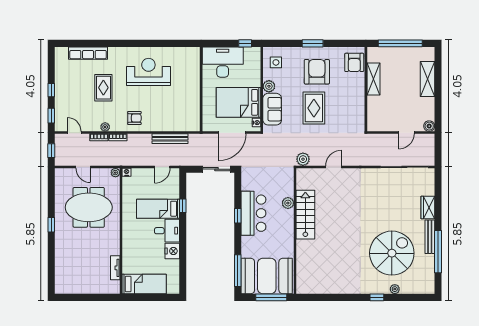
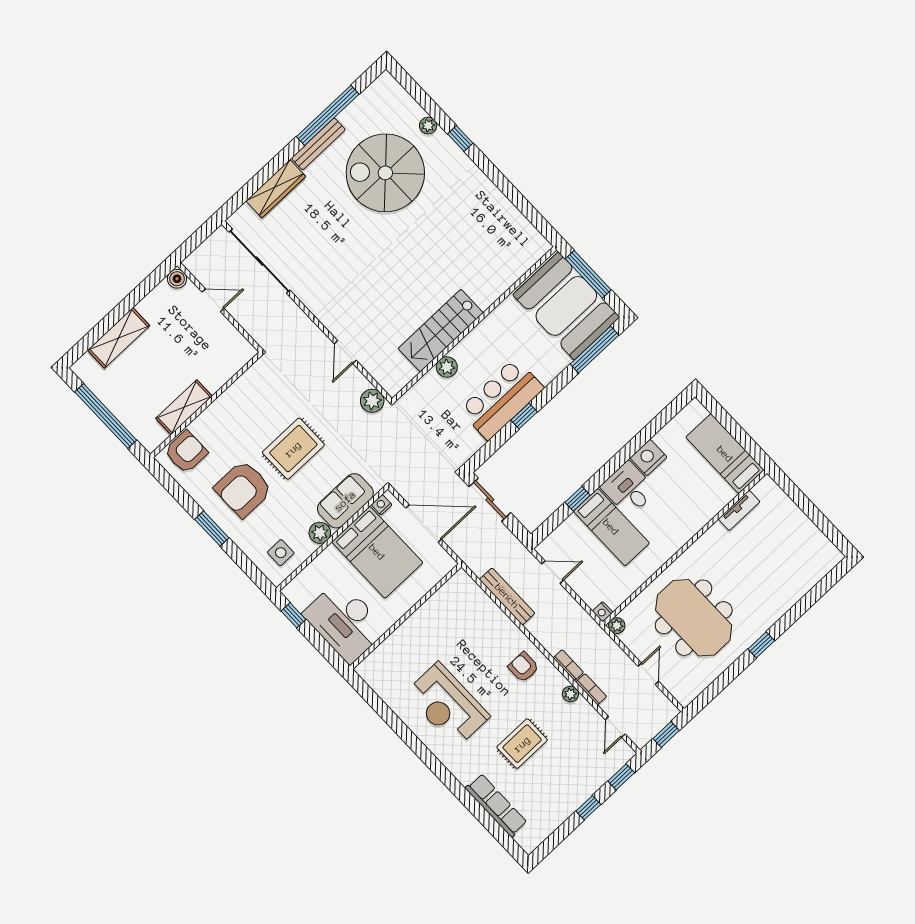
door: (334, 167) -> (345, 352), hinge flipped
wardrobe: (428, 208) -> (276, 189), width x1.50

